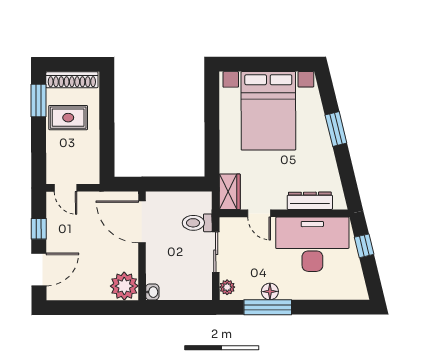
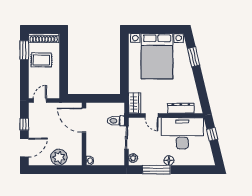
window: (336, 129) -> (194, 57), moved
door: (66, 188) -> (40, 101), swing flipped
plant: (124, 286) -> (59, 157), moved
floor lamp: (270, 291) -> (169, 161), moved

